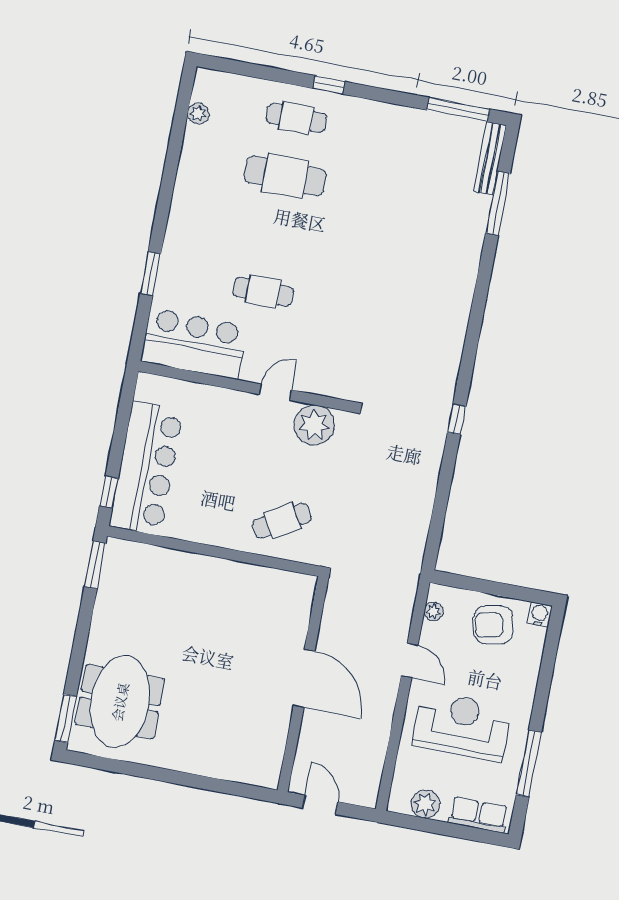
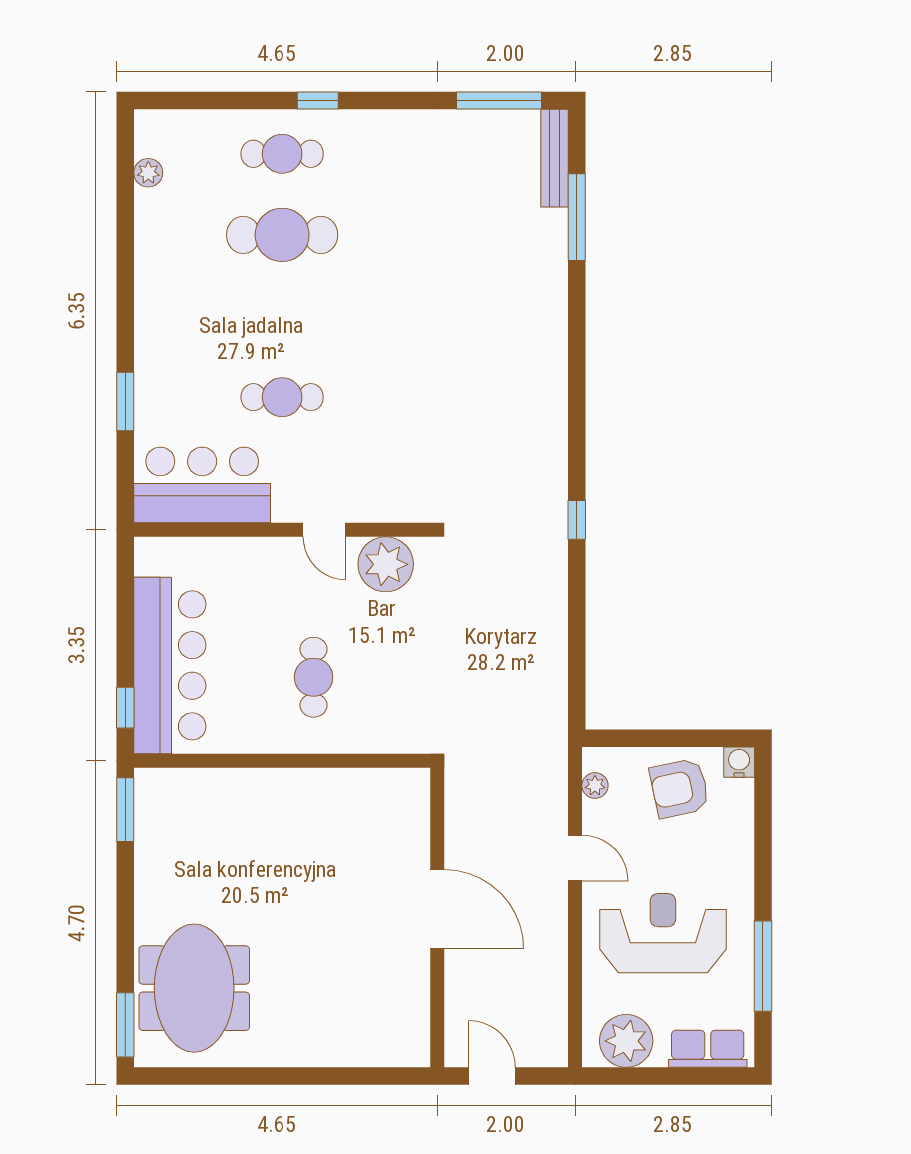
door: (275, 392) -> (324, 530), swing flipped
cafe table: (282, 521) -> (314, 677), moved, turned -60
plant: (425, 804) -> (626, 1041), width x1.36, depth x1.36

